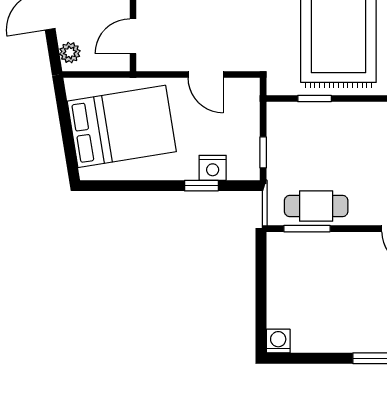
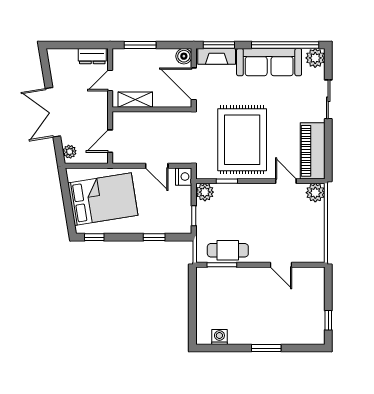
plant: (280, 116) -> (205, 192), added
nightstand: (213, 168) -> (184, 177), moved, turned -90
window: (108, 186) -> (94, 237), added
washing machine: (278, 341) -> (219, 337), moved

